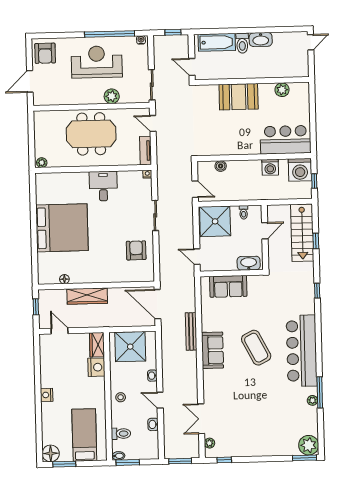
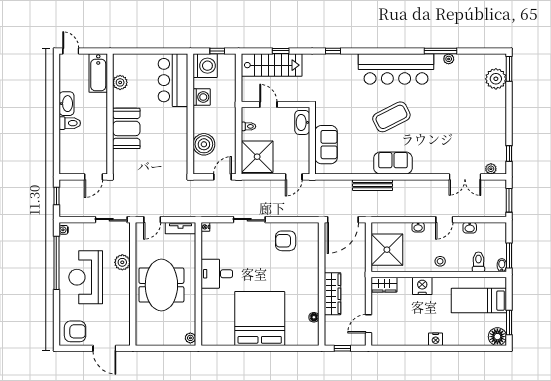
bathtub: (217, 42) -> (98, 73), moved, turned 180
boiler: (221, 166) -> (204, 144), width x1.86, depth x1.86
nightstand: (96, 367) -> (422, 286), moved
plant: (309, 445) -> (496, 79), moved

